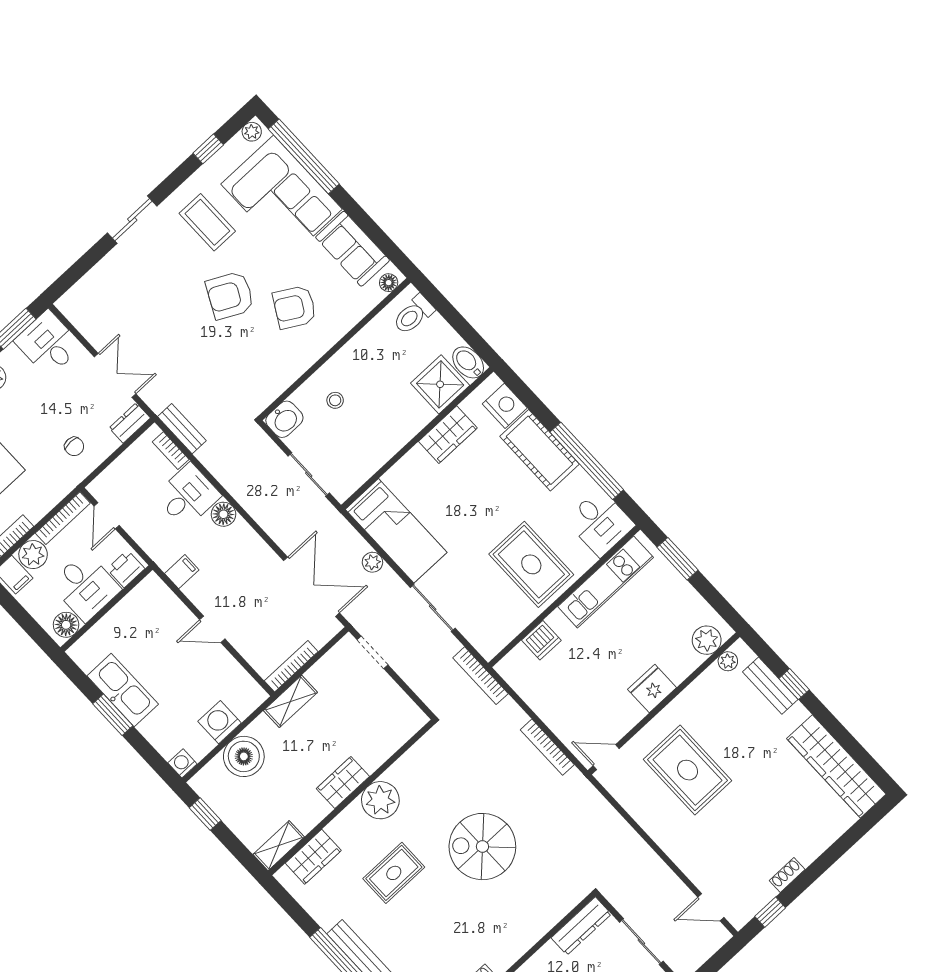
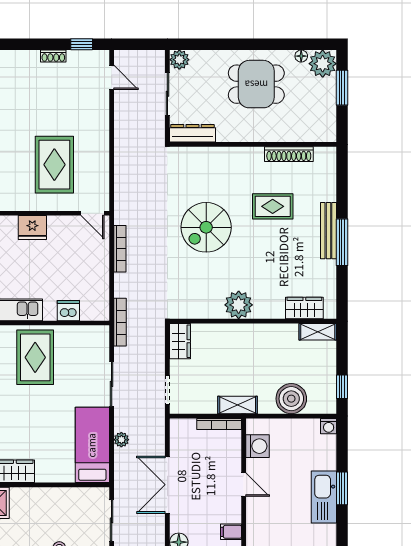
double door: (312, 587) -> (167, 485), moved
washing machine: (220, 722) -> (258, 446), moved, turned -90
wardrobe: (343, 782) -> (180, 341), moved, turned -90
spiral stairs: (482, 847) -> (206, 227), turned 90
rug: (394, 873) -> (273, 206), moved

